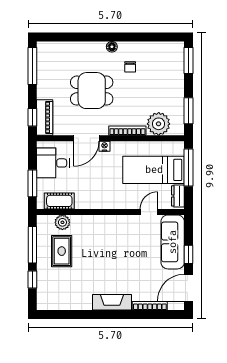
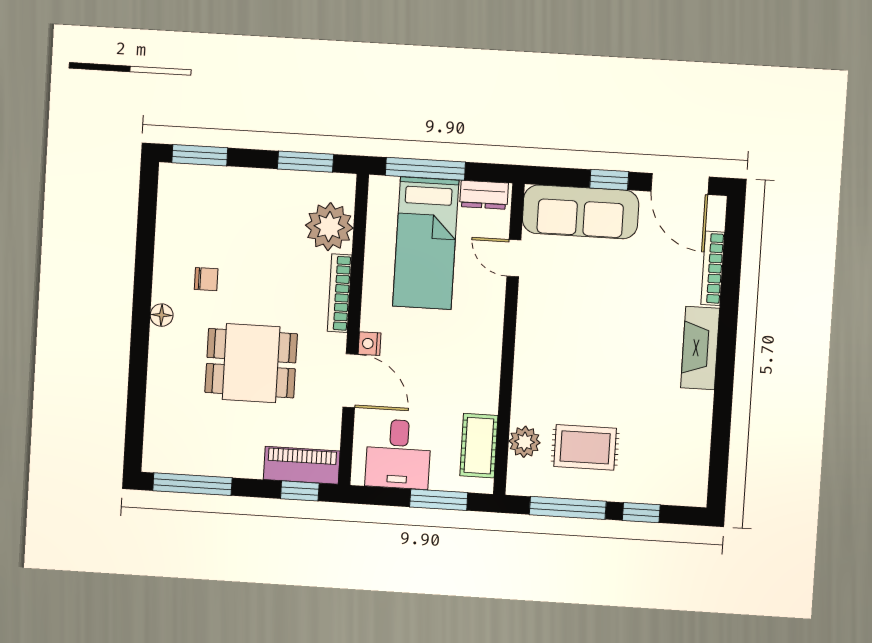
dining table: (92, 91) -> (251, 363), turned 90

